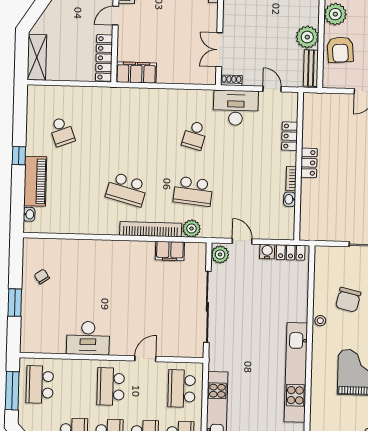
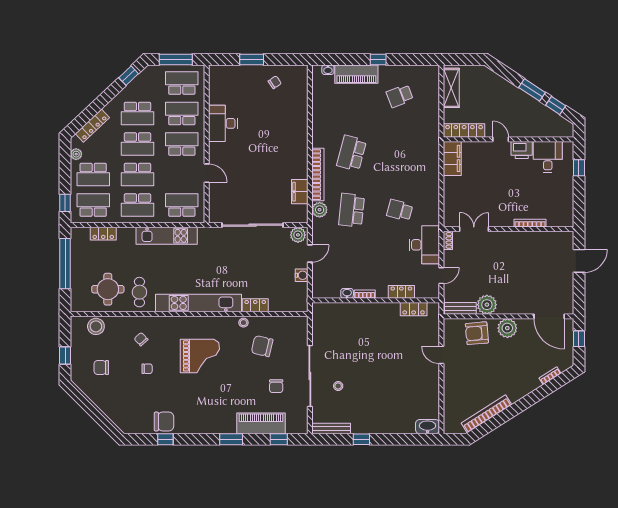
shelving: (37, 57) -> (451, 88), moved, turned 90
locker: (309, 163) -> (414, 309), moved
locker: (291, 252) -> (255, 305), moved, turned 90
school desk: (75, 386) -> (182, 114), added

